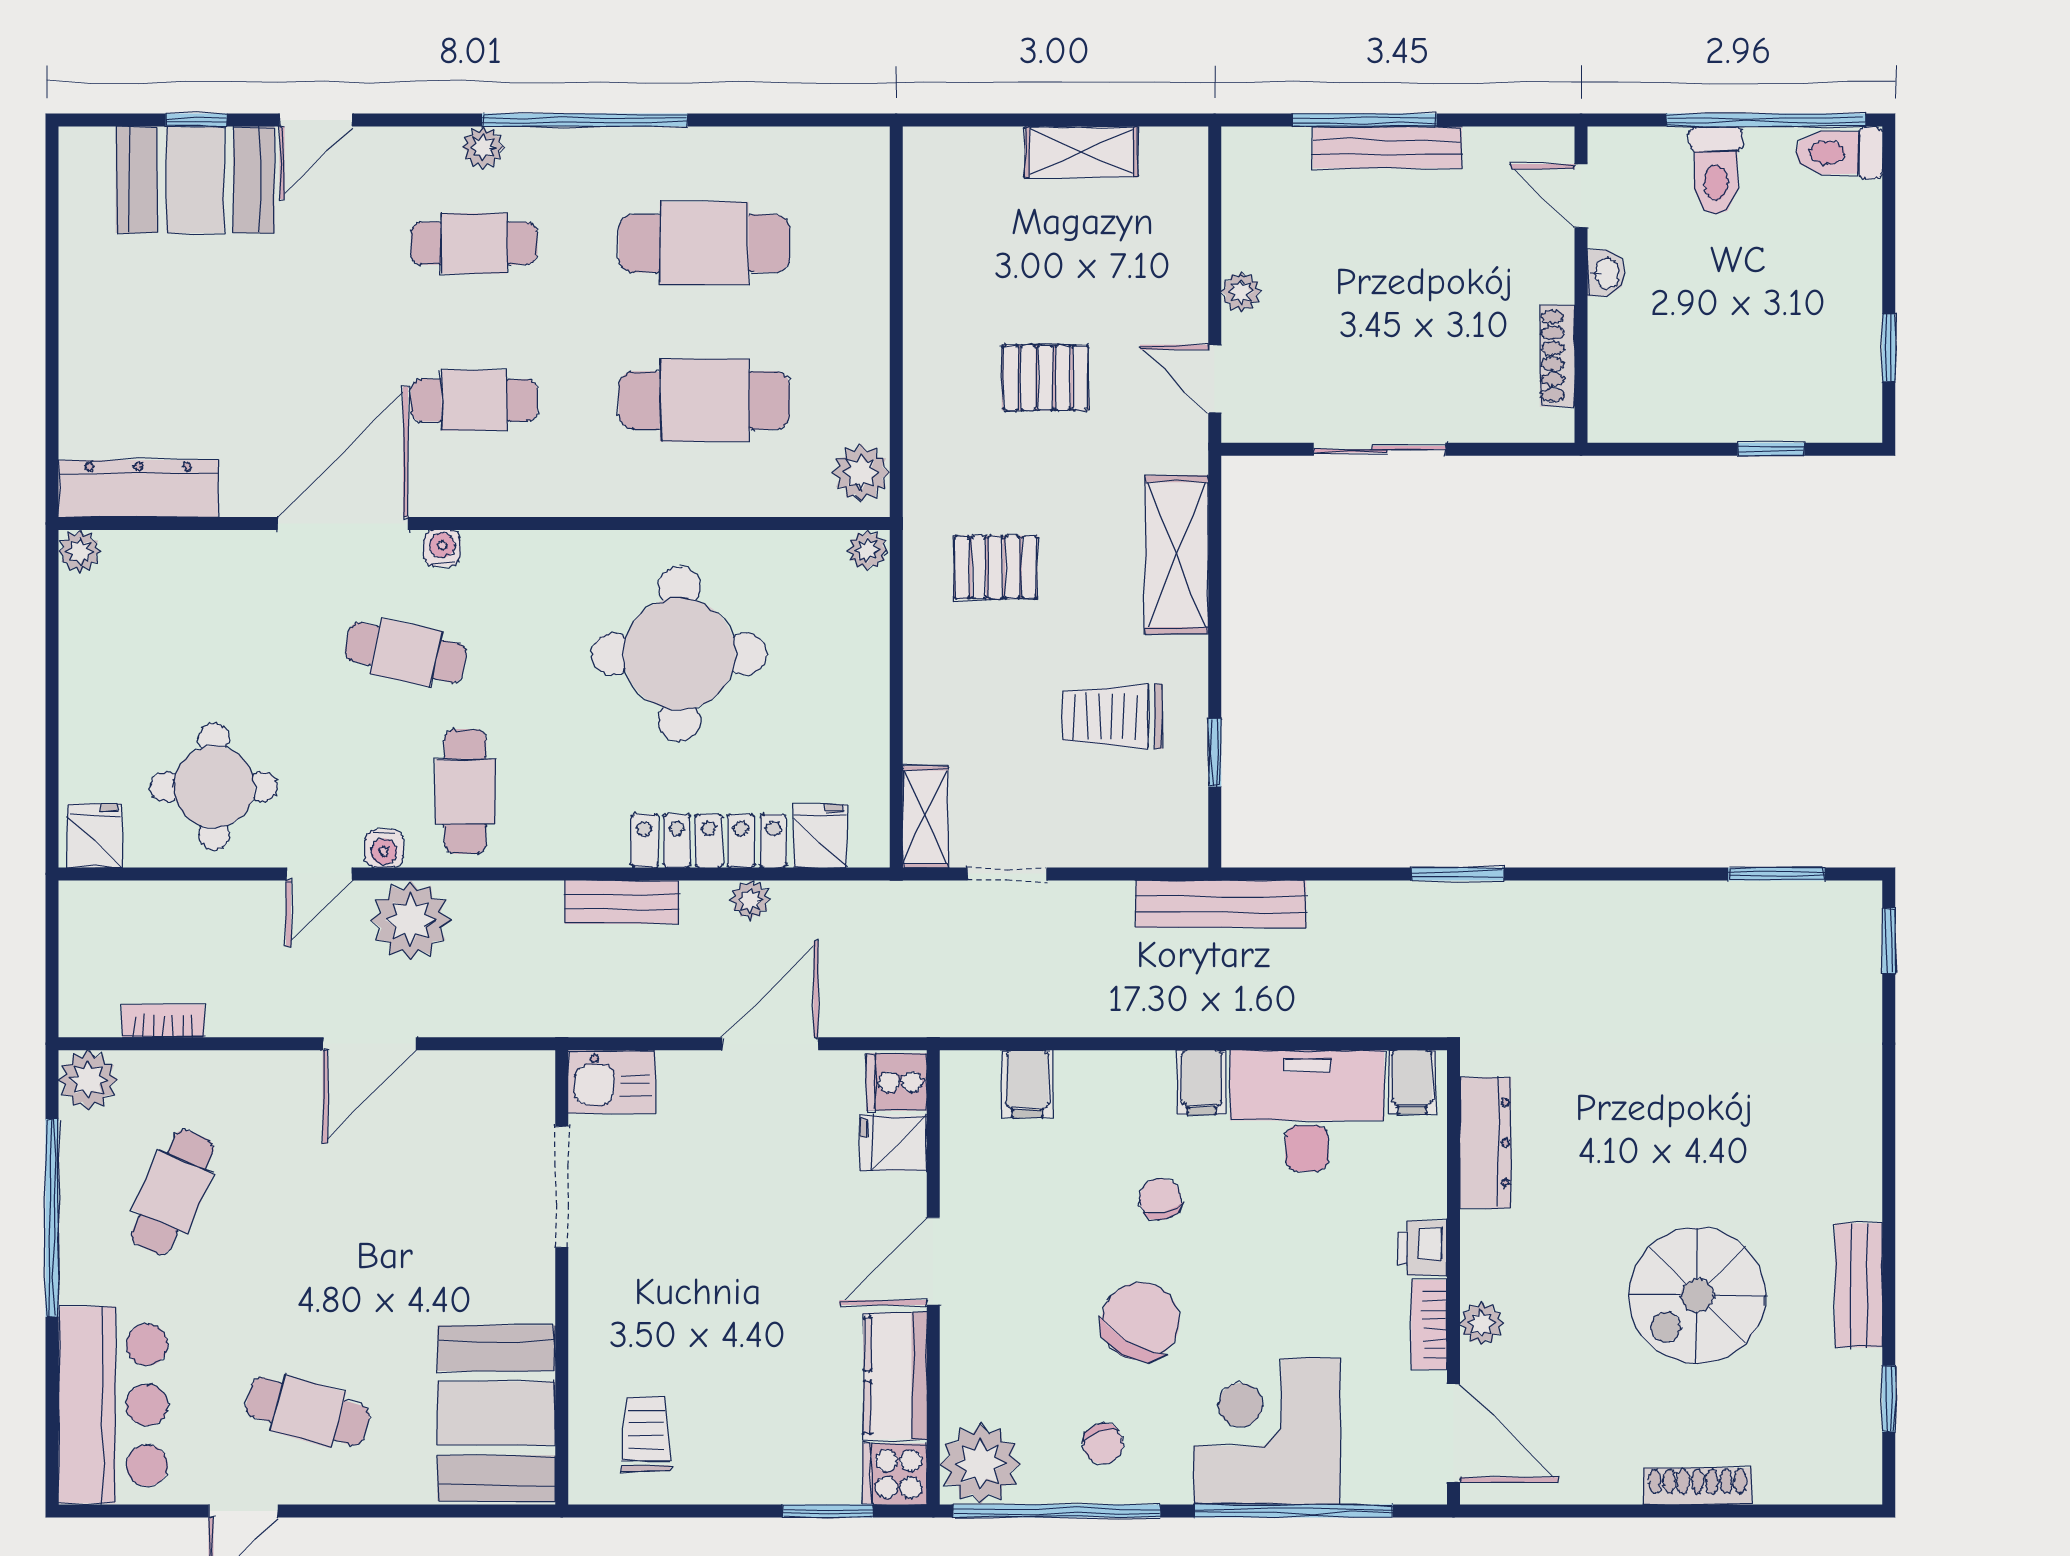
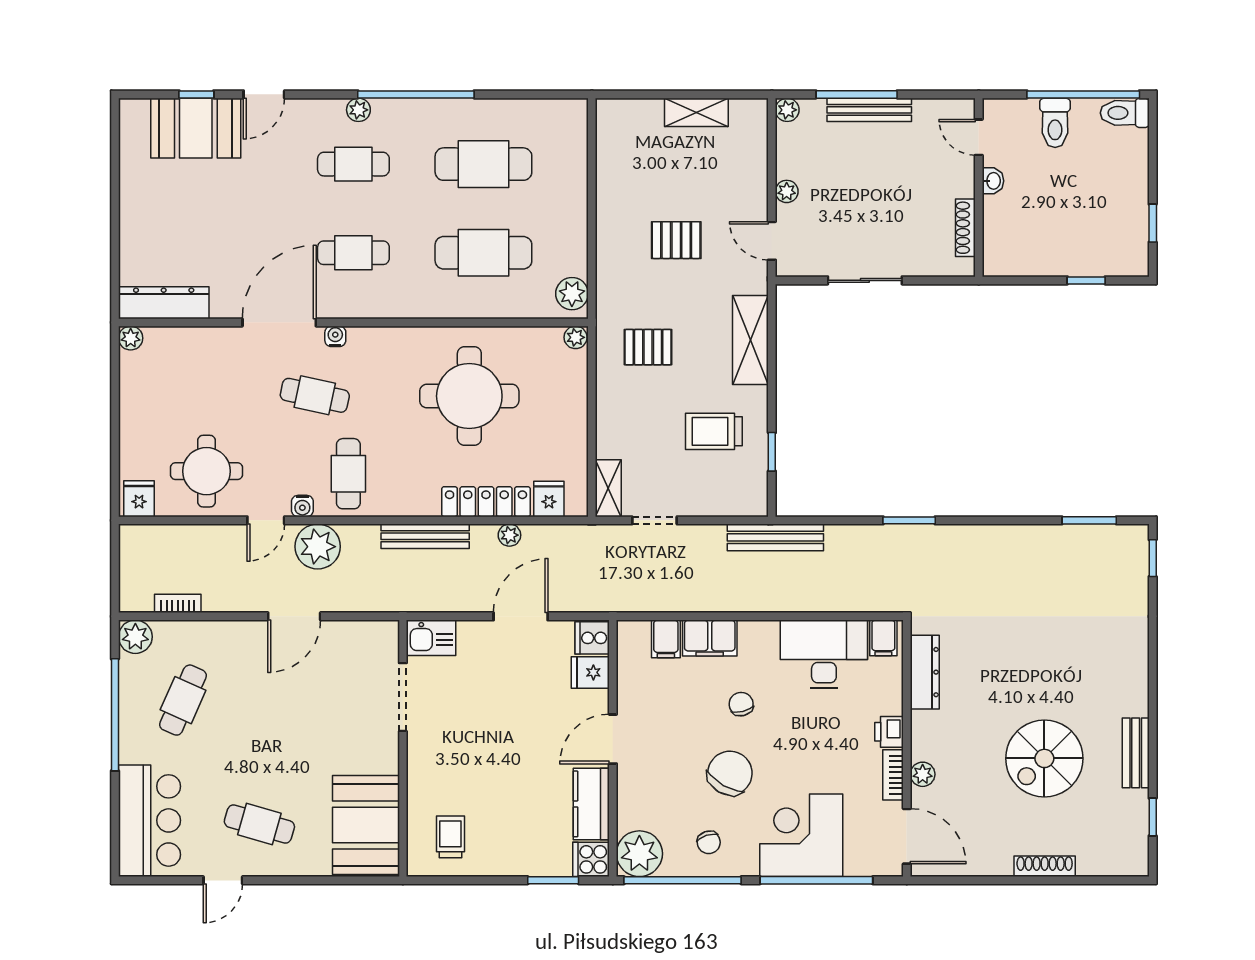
plant: (1242, 147) -> (787, 110), added
bench: (622, 902) -> (425, 536), width x1.36
filing cabinet: (1202, 1082) -> (710, 638), moved, width x2.00

